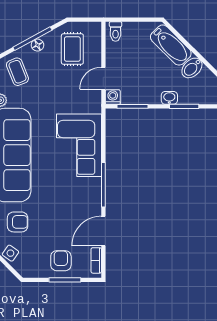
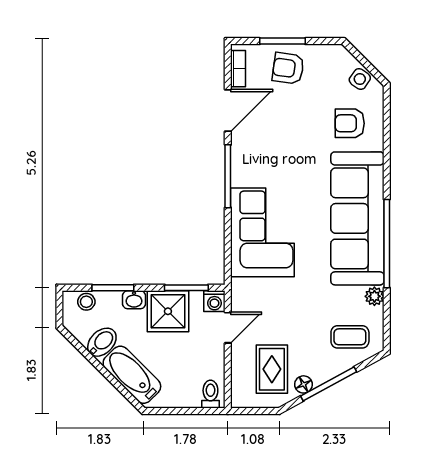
floor lamp: (38, 45) -> (304, 384), moved
coffee table: (17, 72) -> (350, 337), turned -68
shower: (145, 90) -> (168, 311), added
stool: (203, 96) -> (86, 302), added
armchair: (61, 261) -> (288, 68), turned 98

